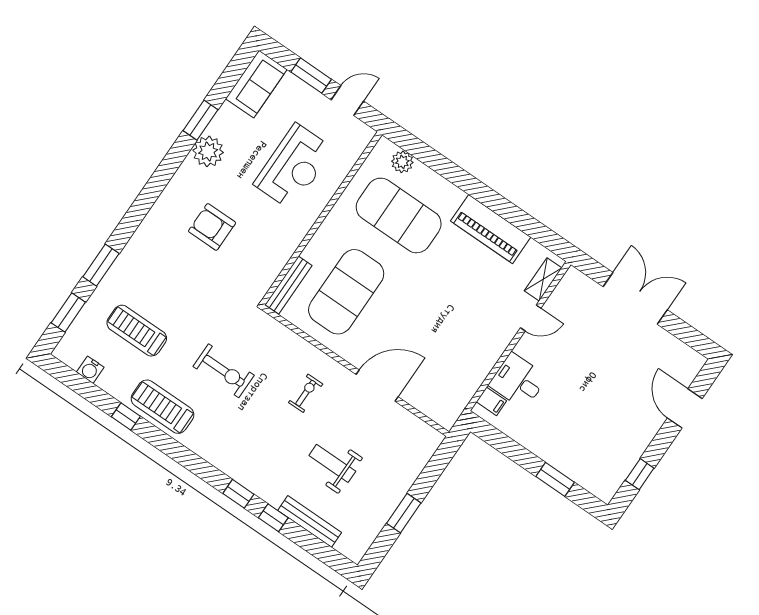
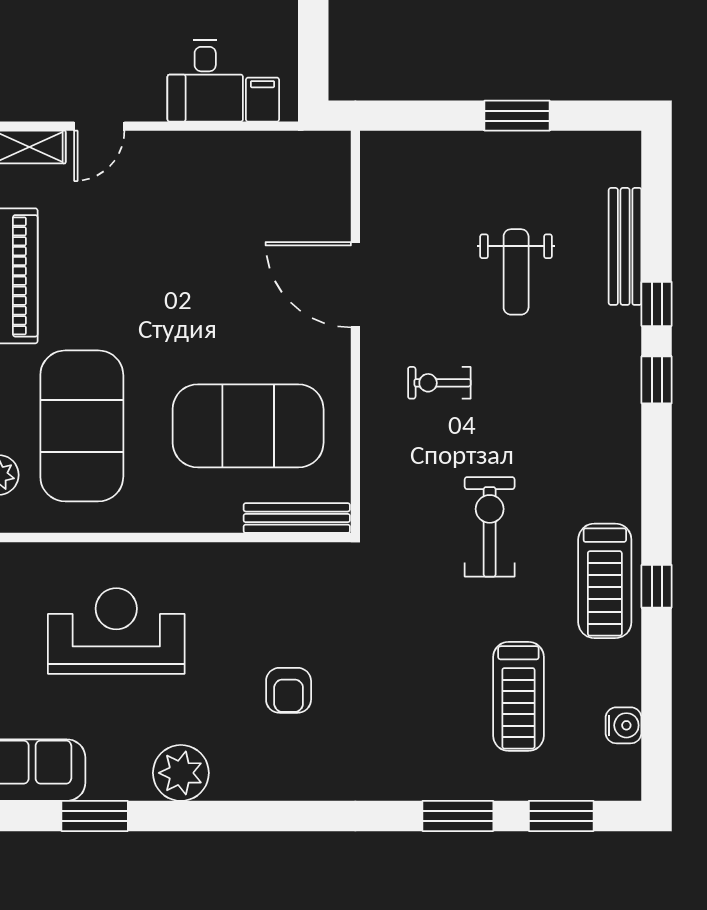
window: (200, 120) -> (95, 816), moved
armchair: (212, 227) -> (289, 690), width x0.72, depth x0.72
door: (531, 318) -> (99, 126), swing flipped
window: (126, 416) -> (657, 586), moved

